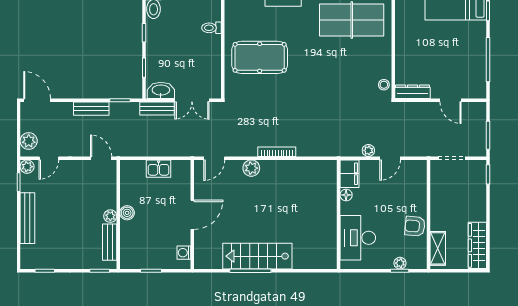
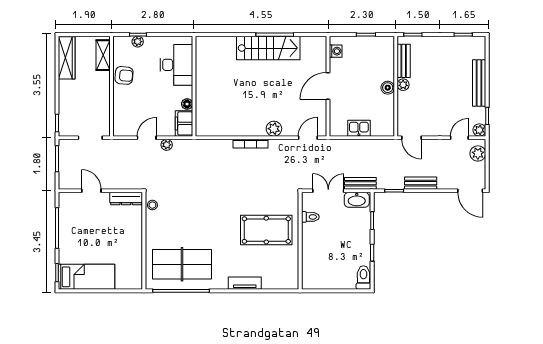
toilet: (212, 28) -> (310, 217), moved

